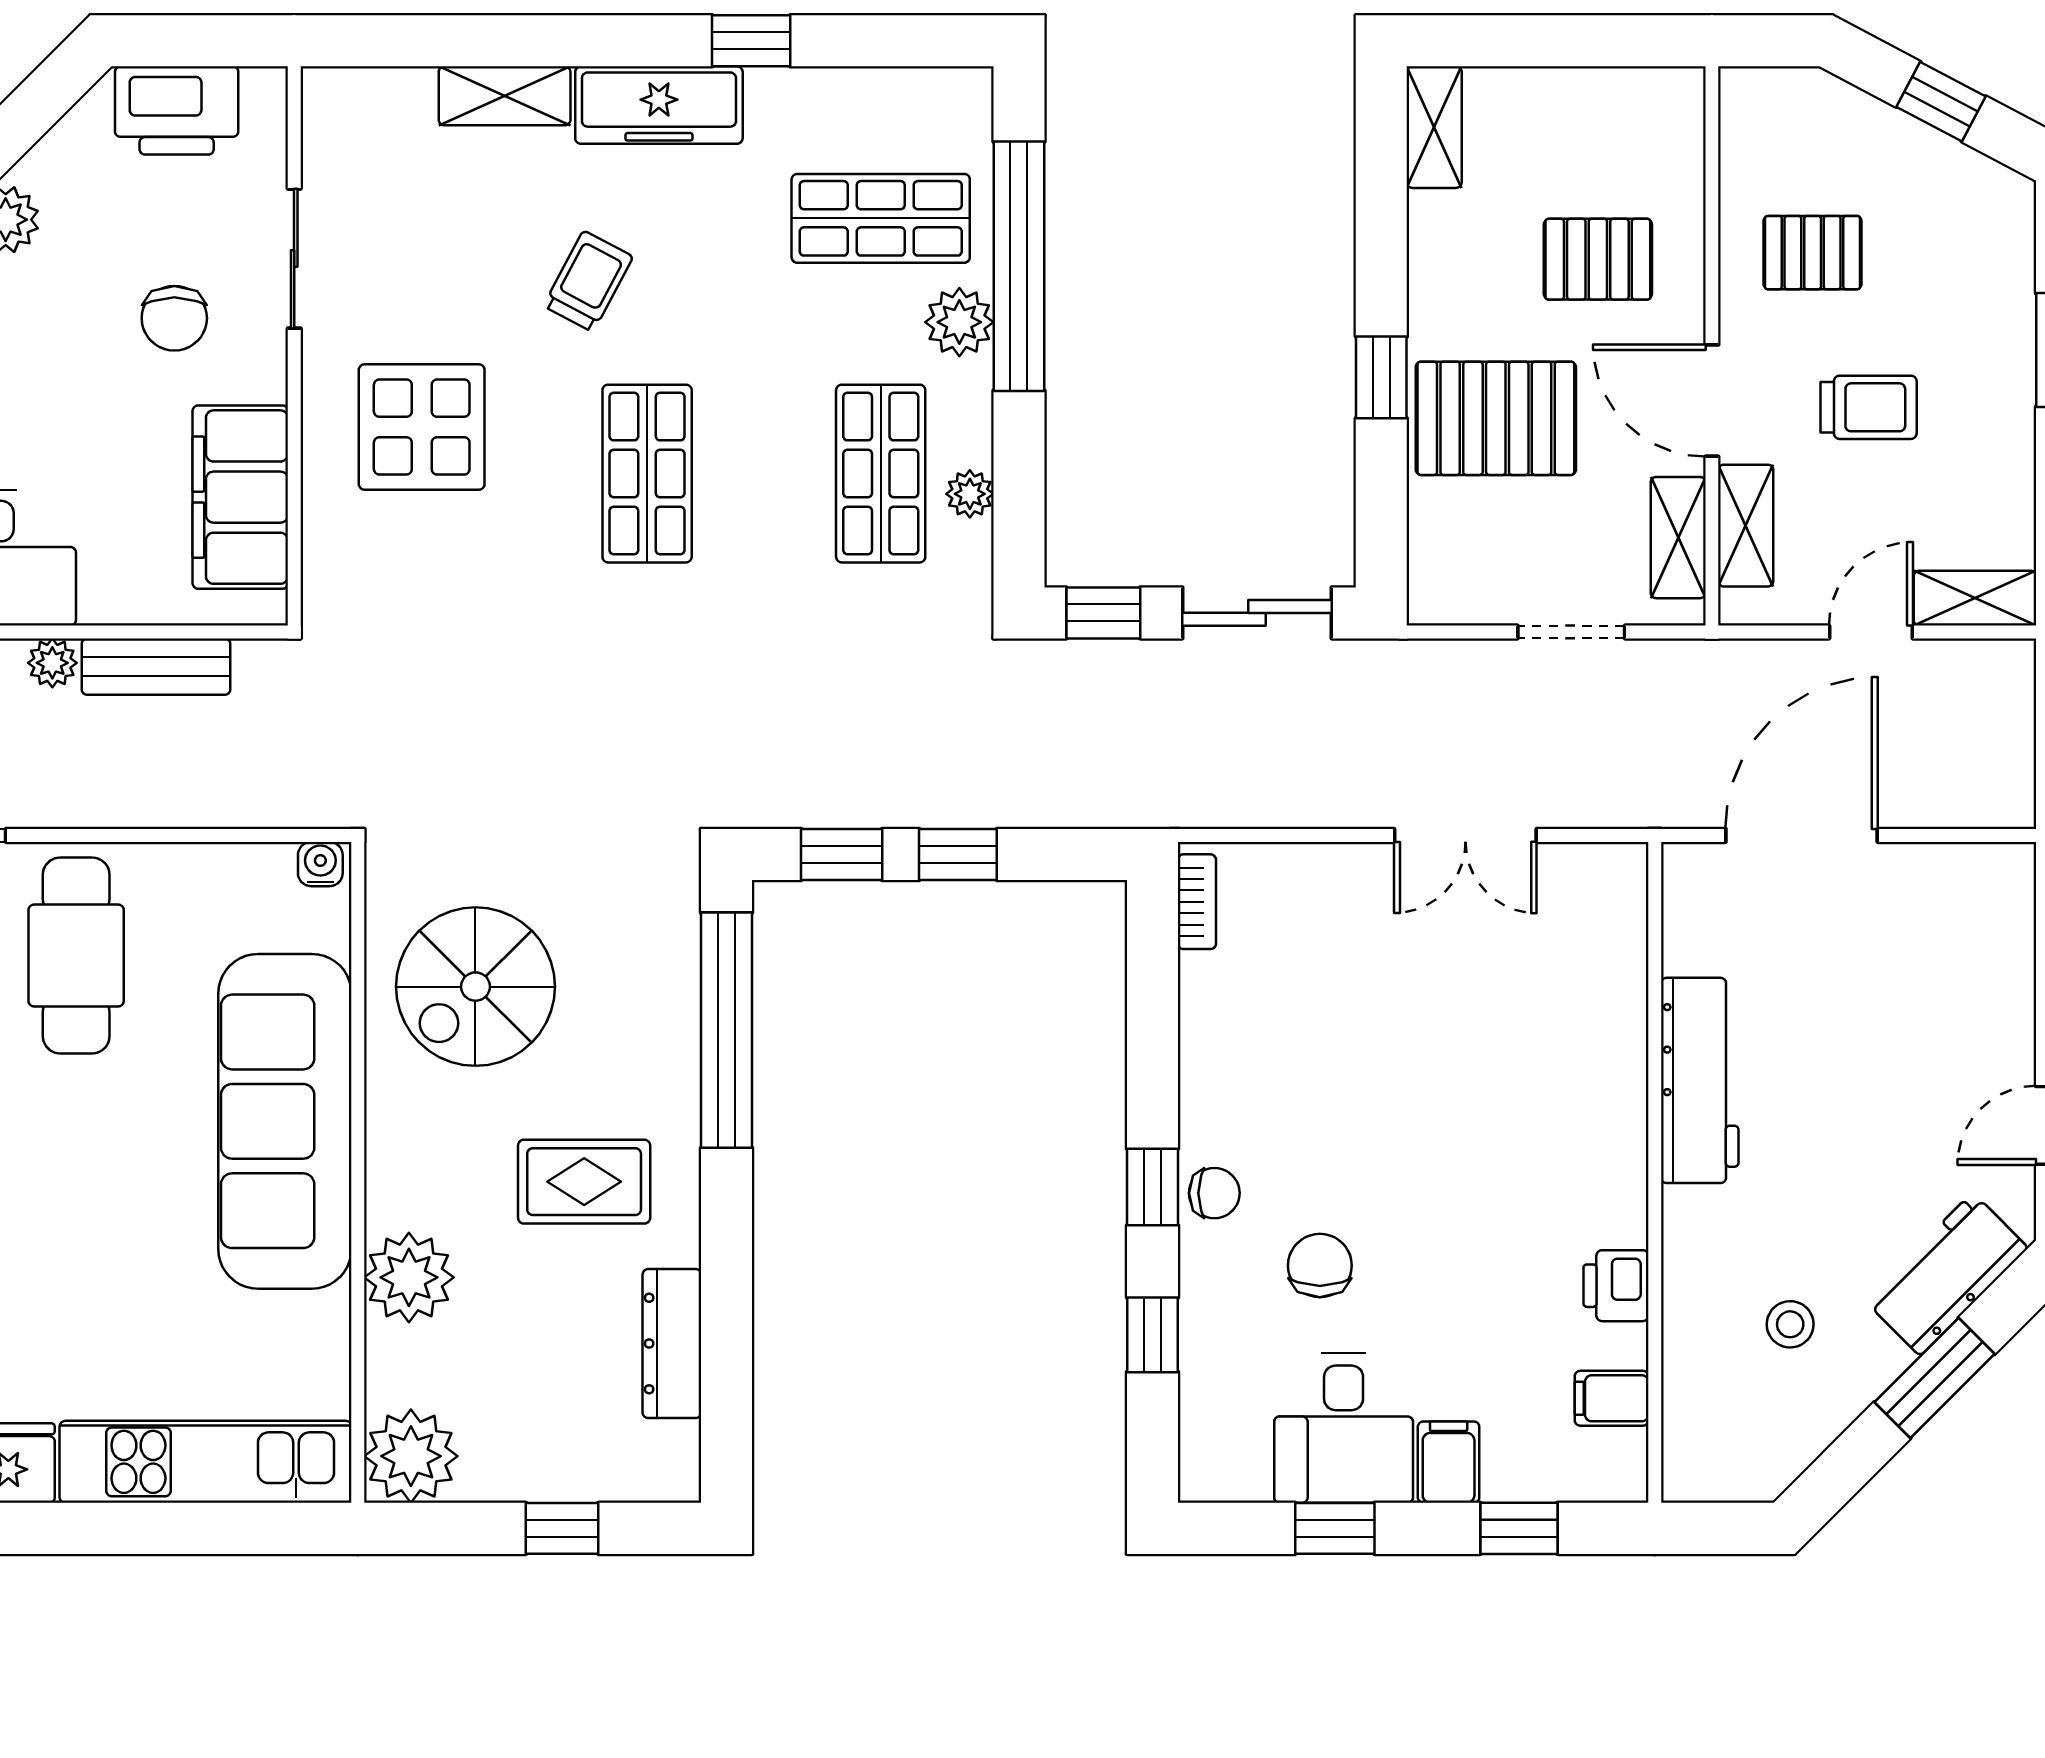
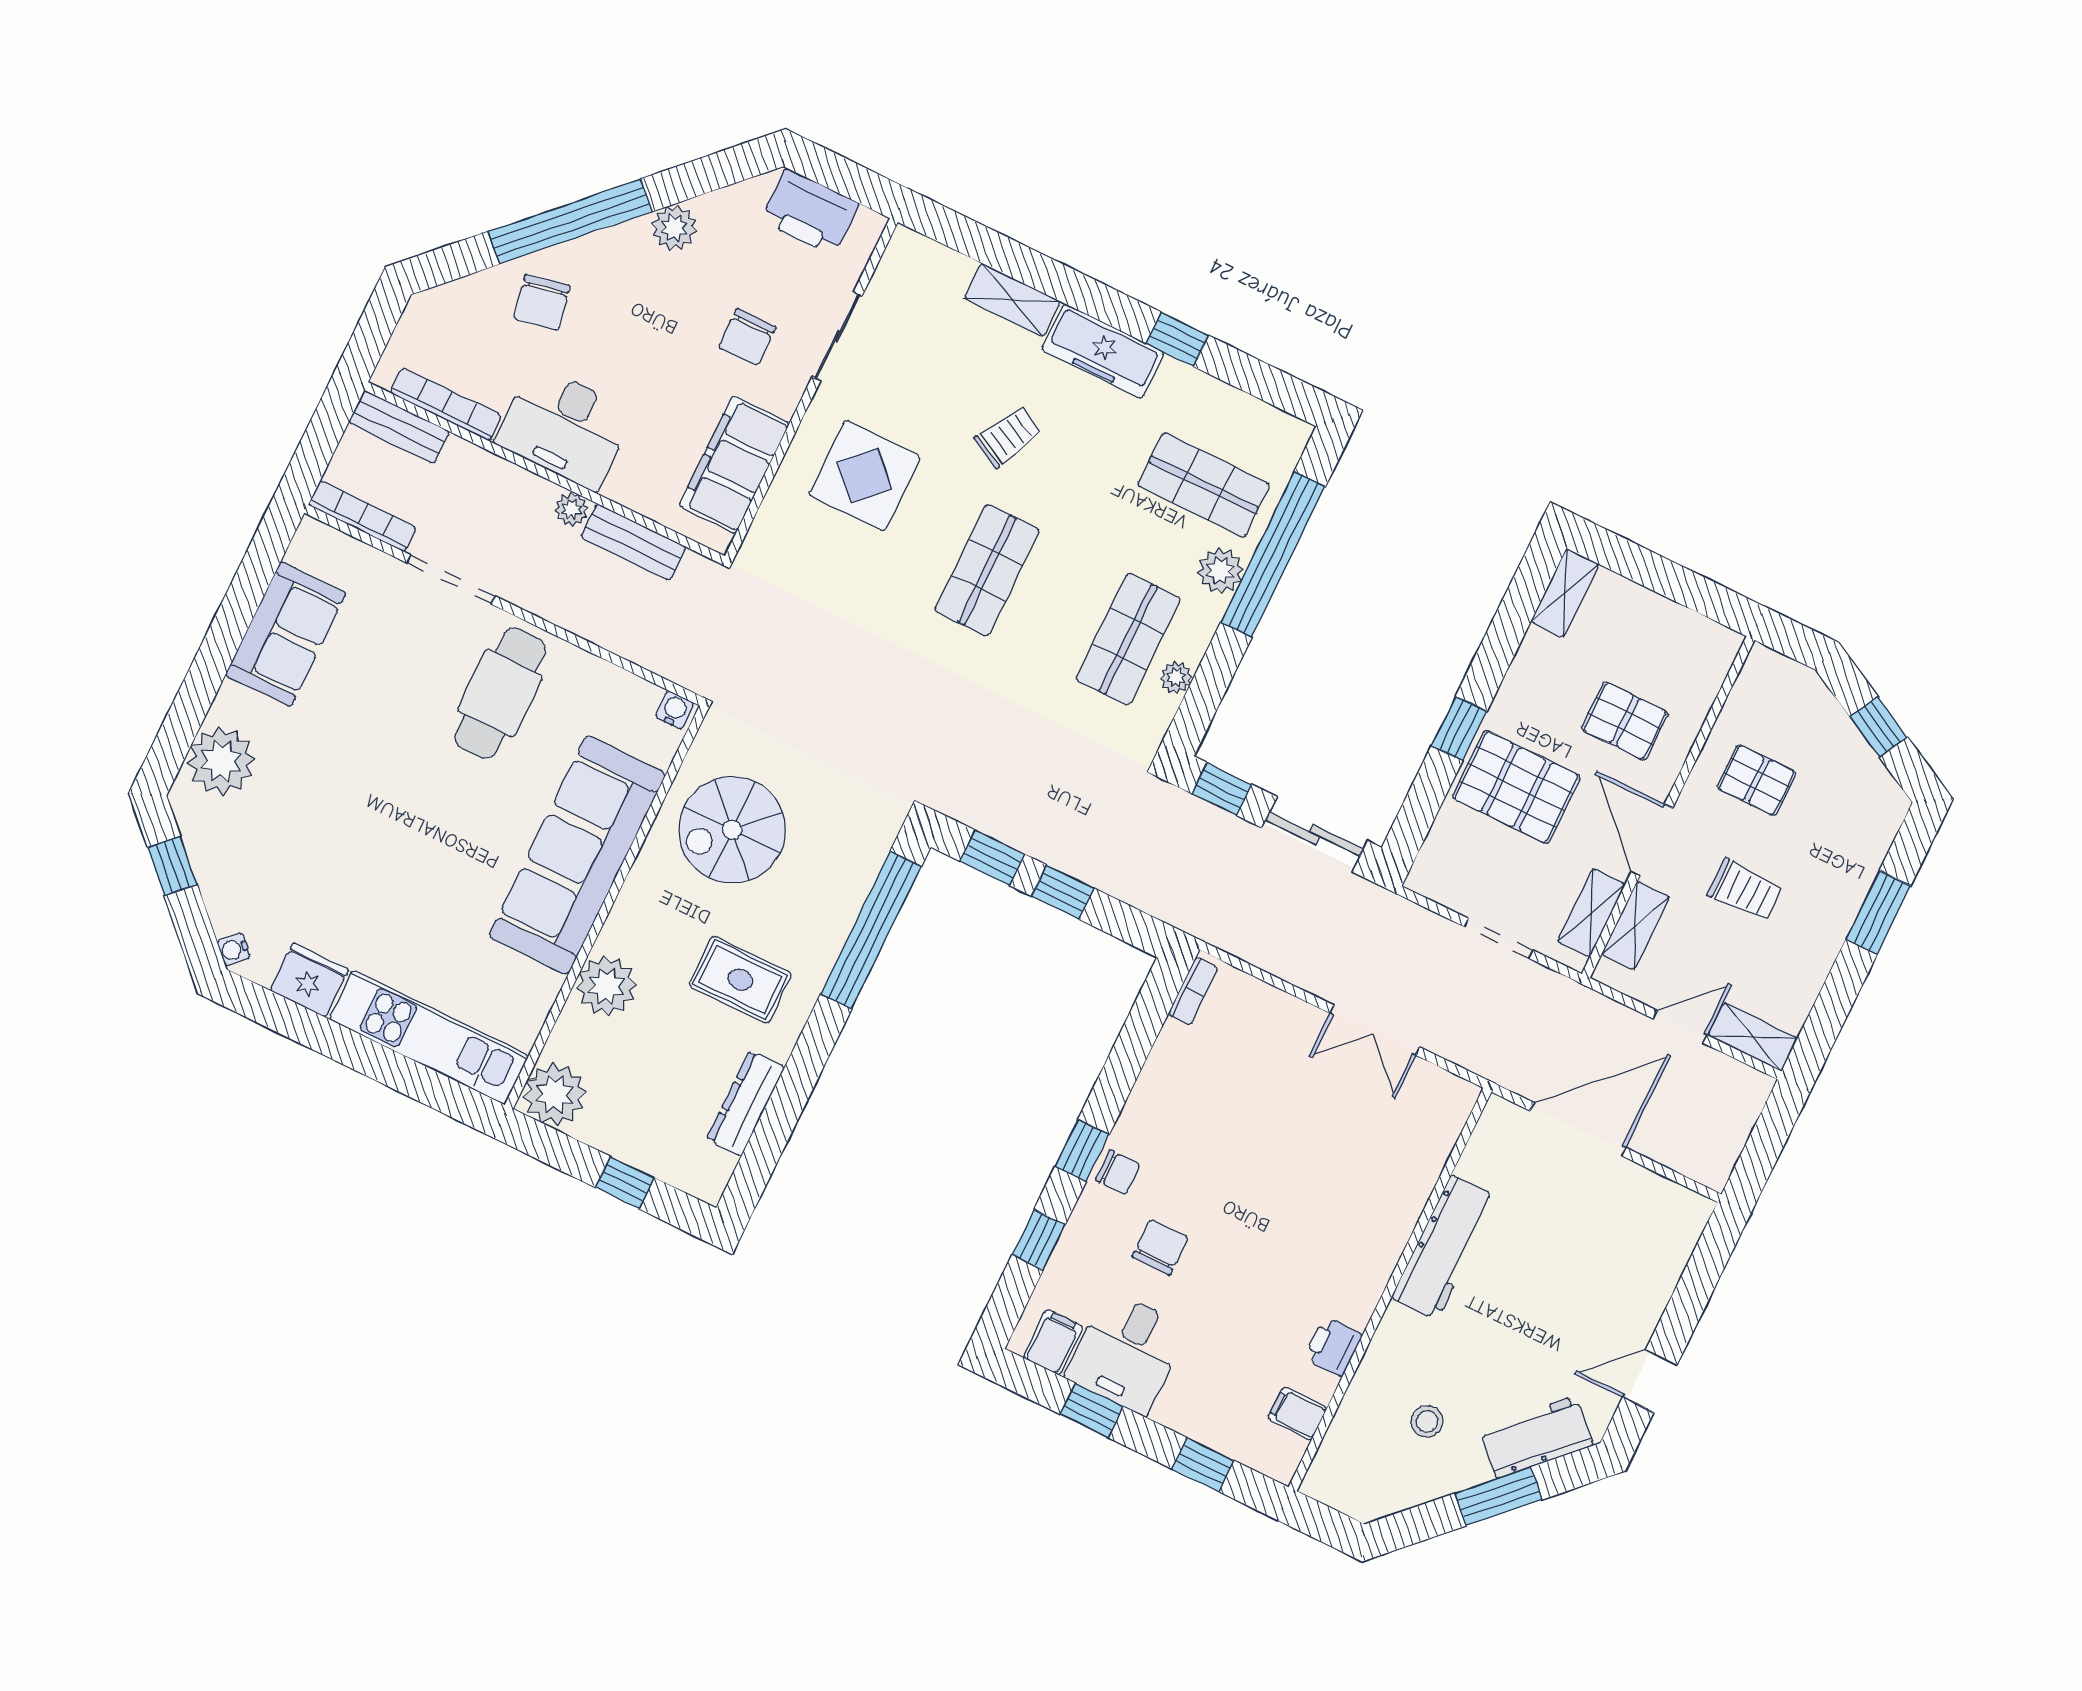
filing cabinet: (1449, 1462) -> (1053, 1342), moved

